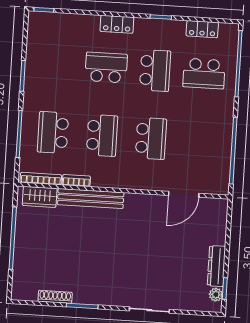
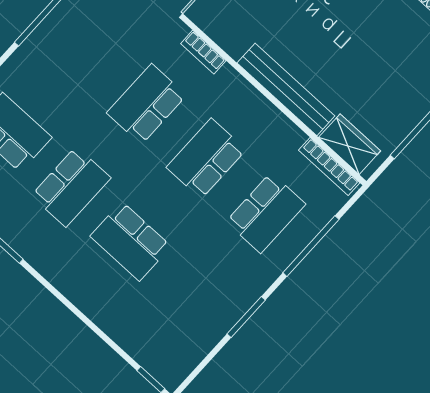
locker: (117, 24) -> (72, 286), removed
school desk: (155, 71) -> (71, 187), turned 180
bookcase: (76, 181) -> (203, 52), moved

